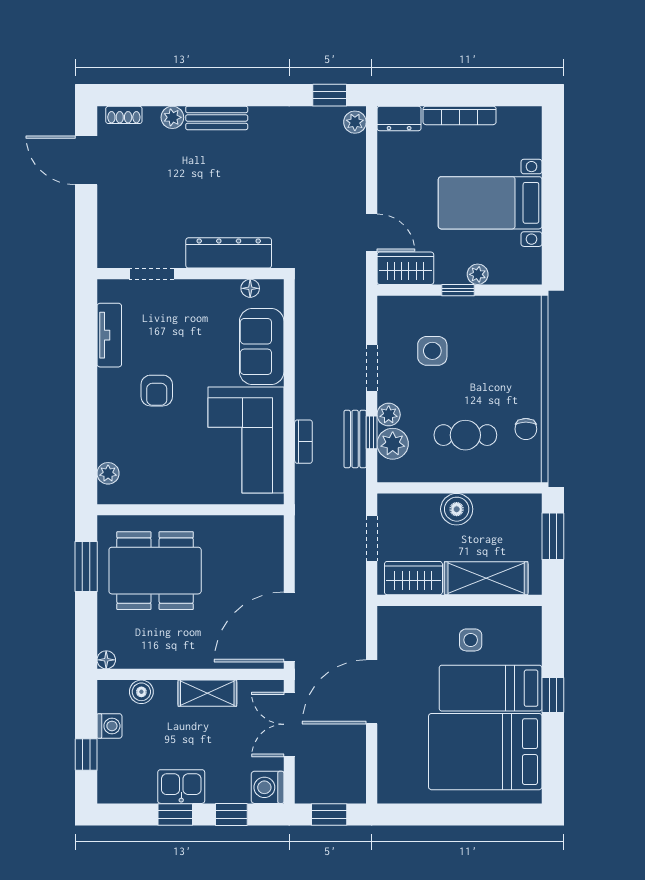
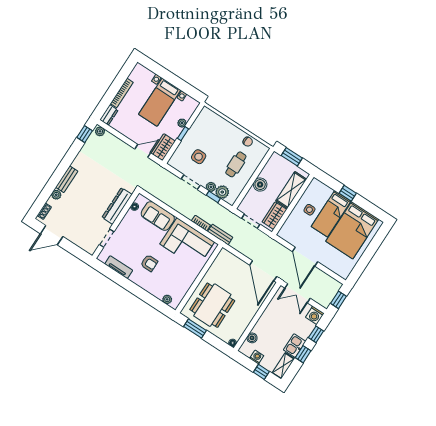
bench: (355, 439) -> (220, 234), moved
shelving: (207, 693) -> (283, 366), moved

